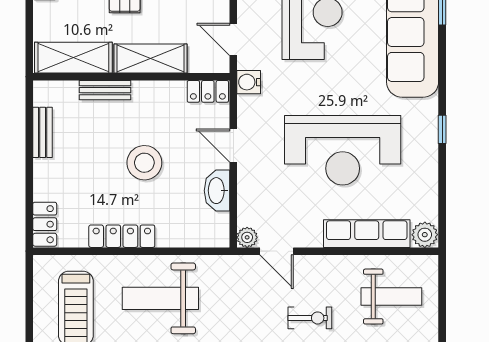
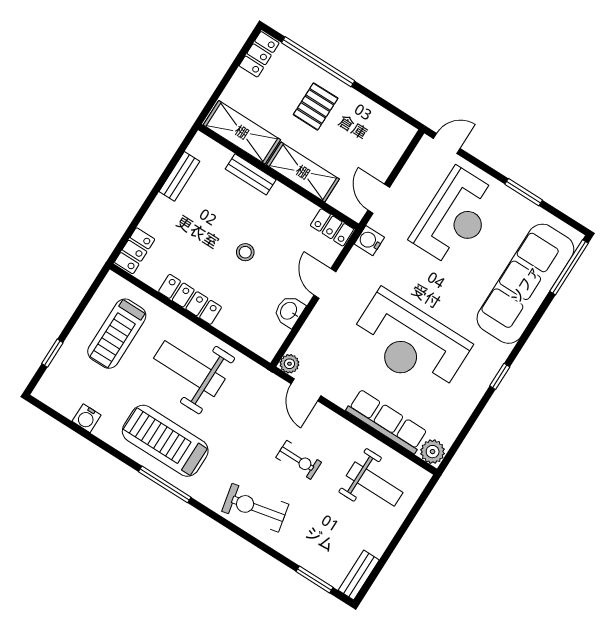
stool: (144, 163) -> (245, 252), width x0.53, depth x0.53
washbasin: (217, 191) -> (289, 311), width x0.72

